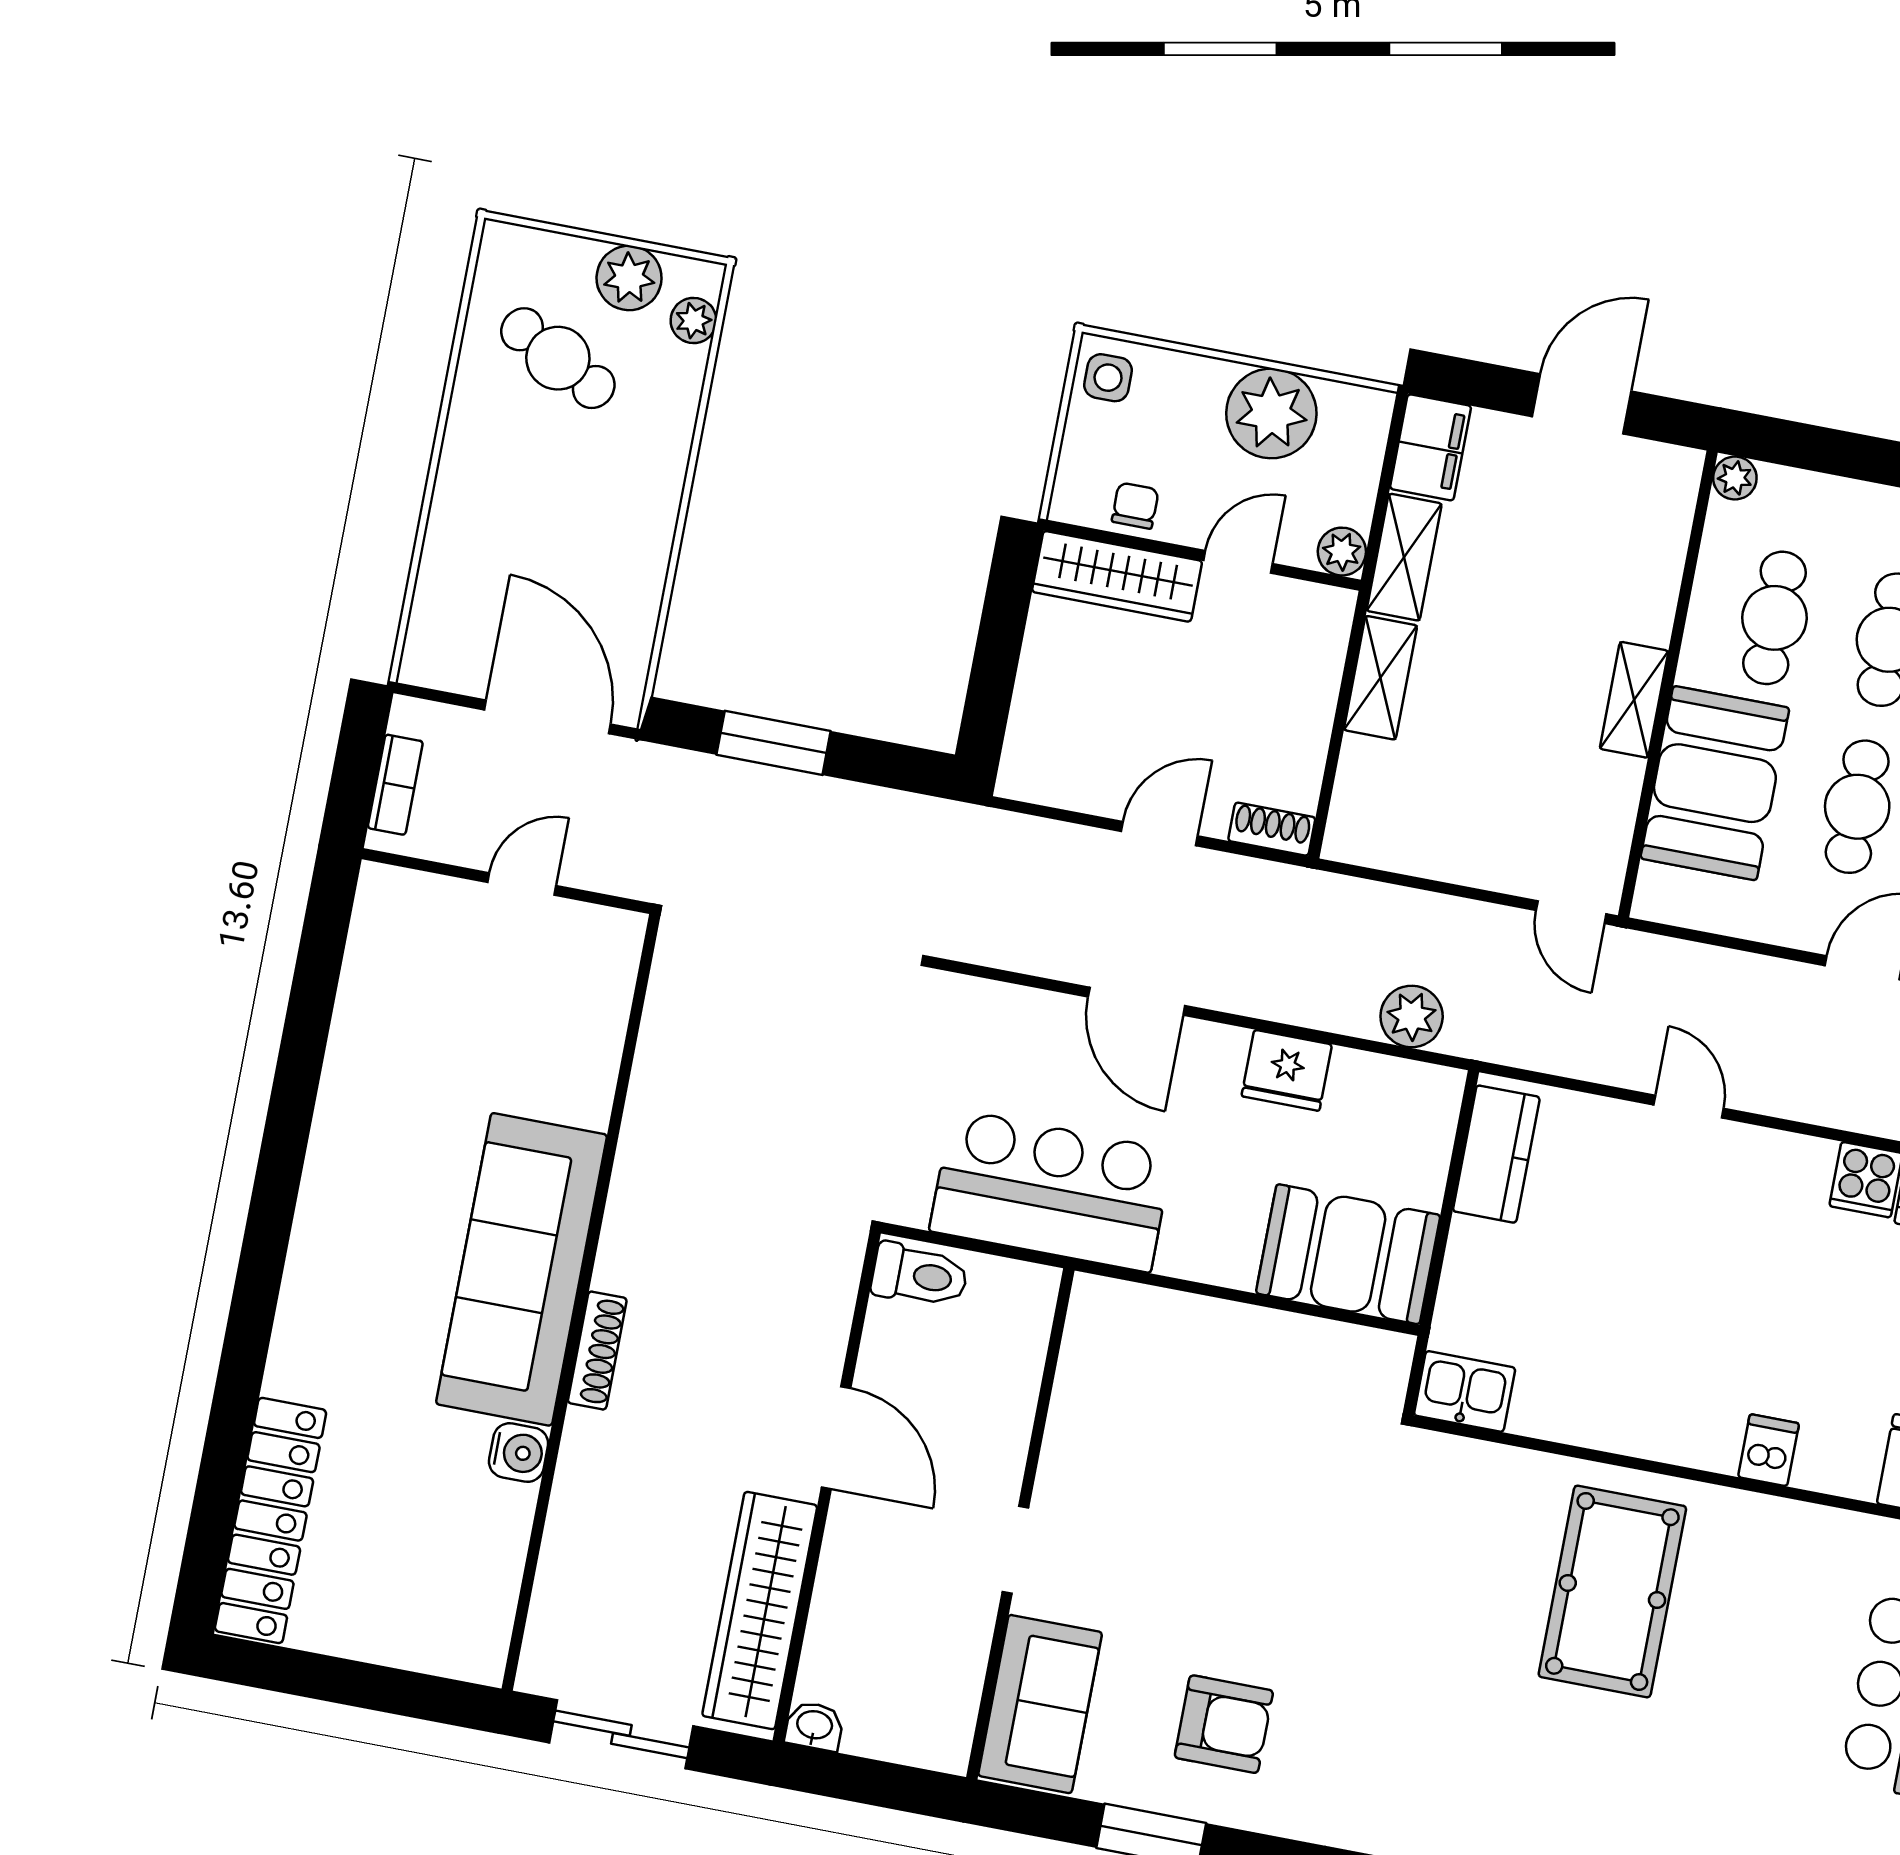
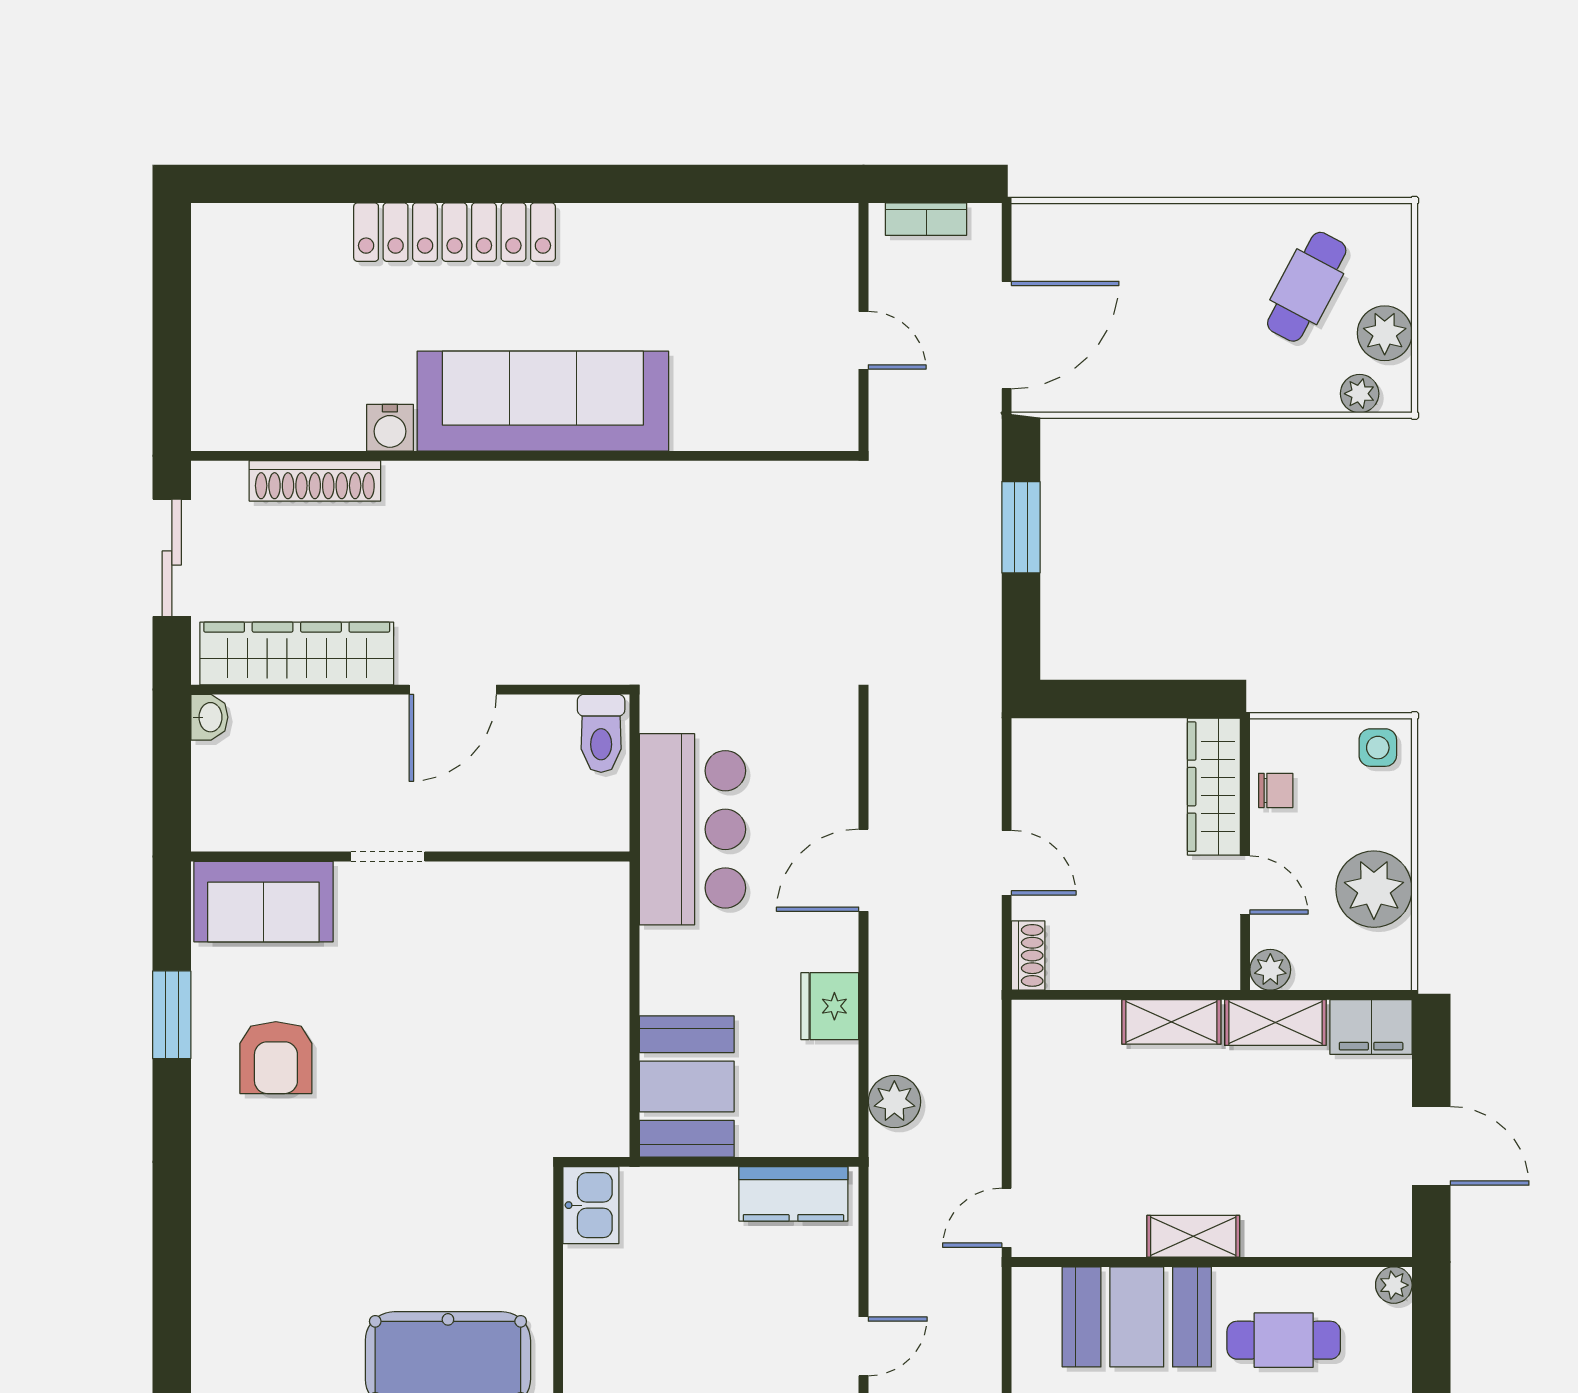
shoe rack: (597, 1351) -> (315, 481), moved, width x1.36, depth x1.24
locker: (271, 1521) -> (455, 232), moved

